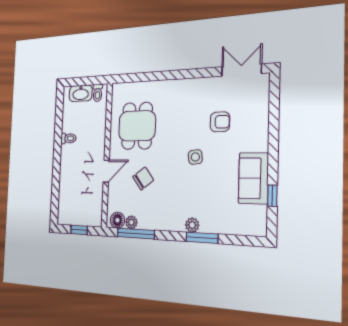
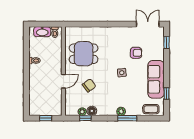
window: (274, 101) -> (167, 42), added
dining table: (137, 126) -> (84, 54), turned 90
sofa: (253, 178) -> (156, 79), width x1.36
floor lamp: (117, 220) -> (92, 111), moved
coffee table: (243, 224) -> (151, 109), added
window: (136, 234) -> (85, 118), width x0.46

